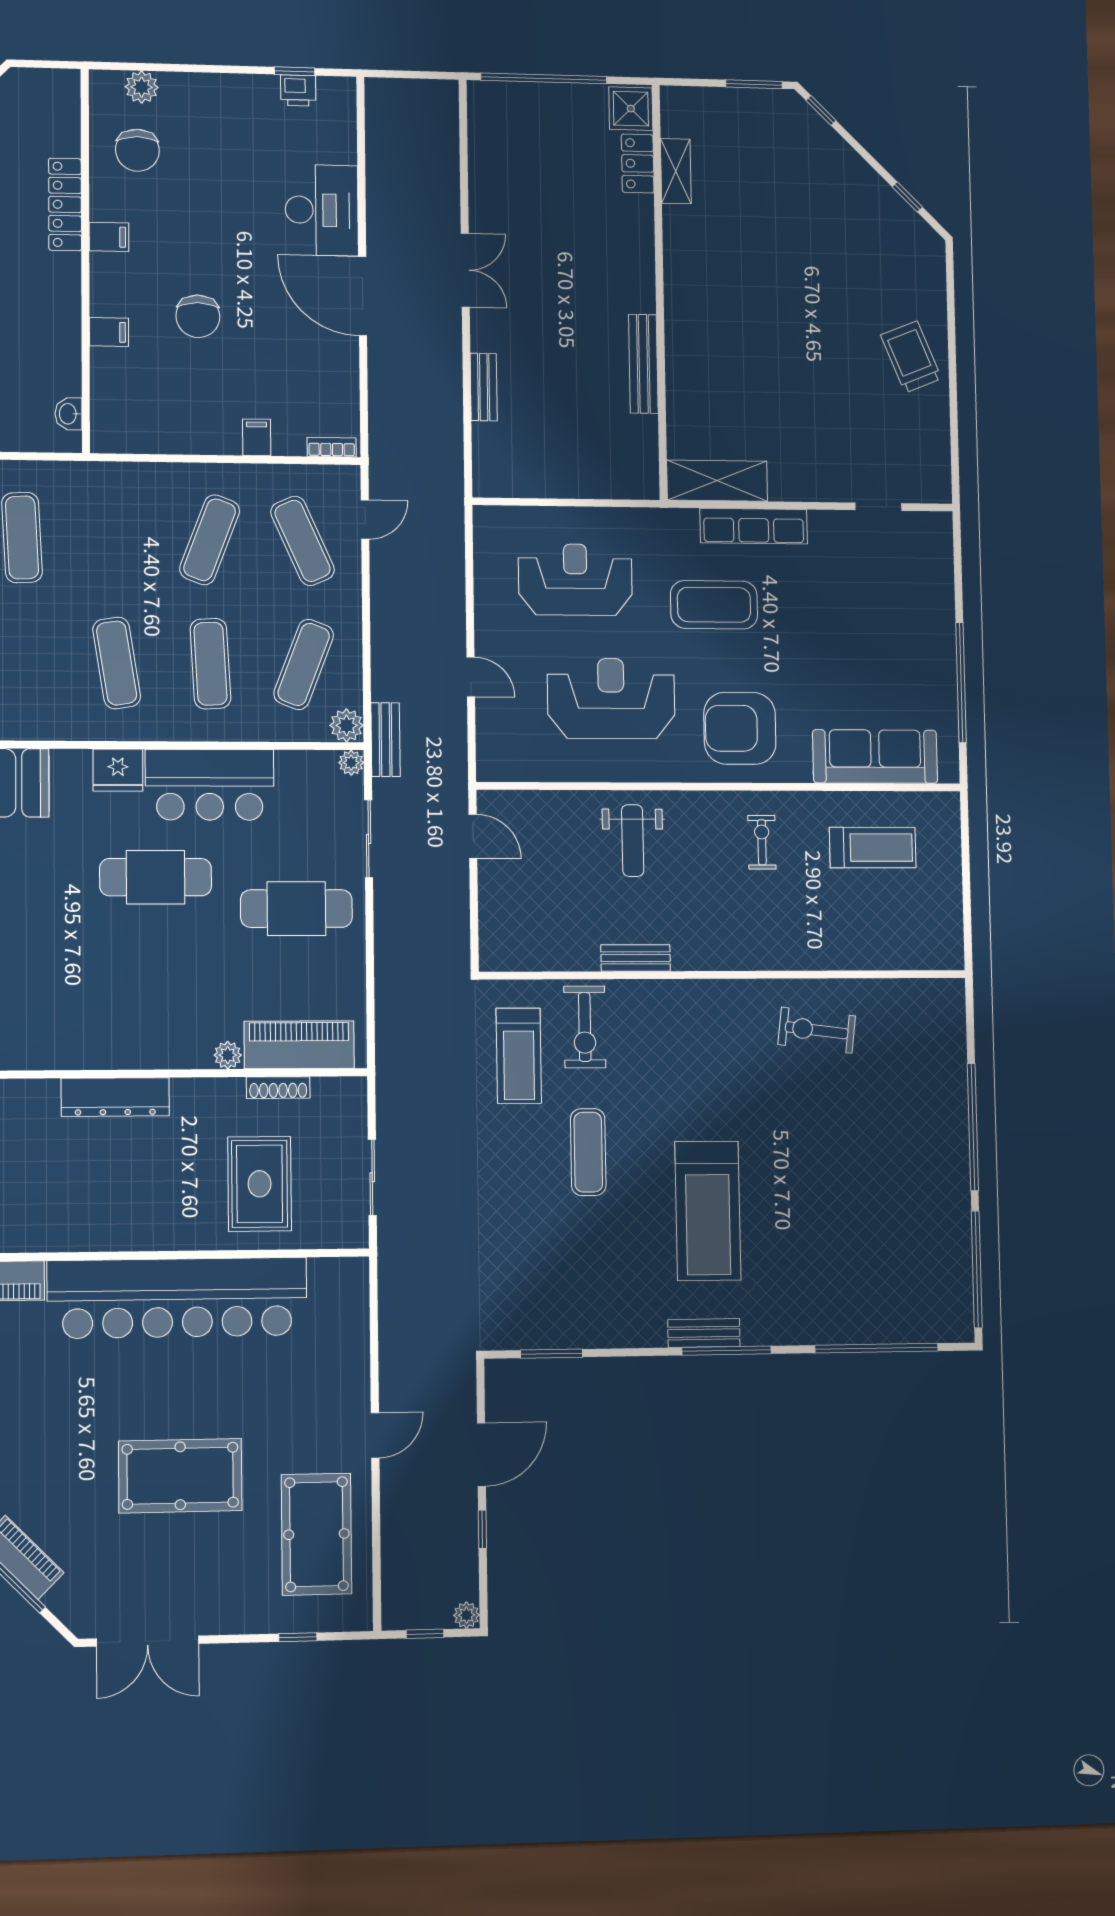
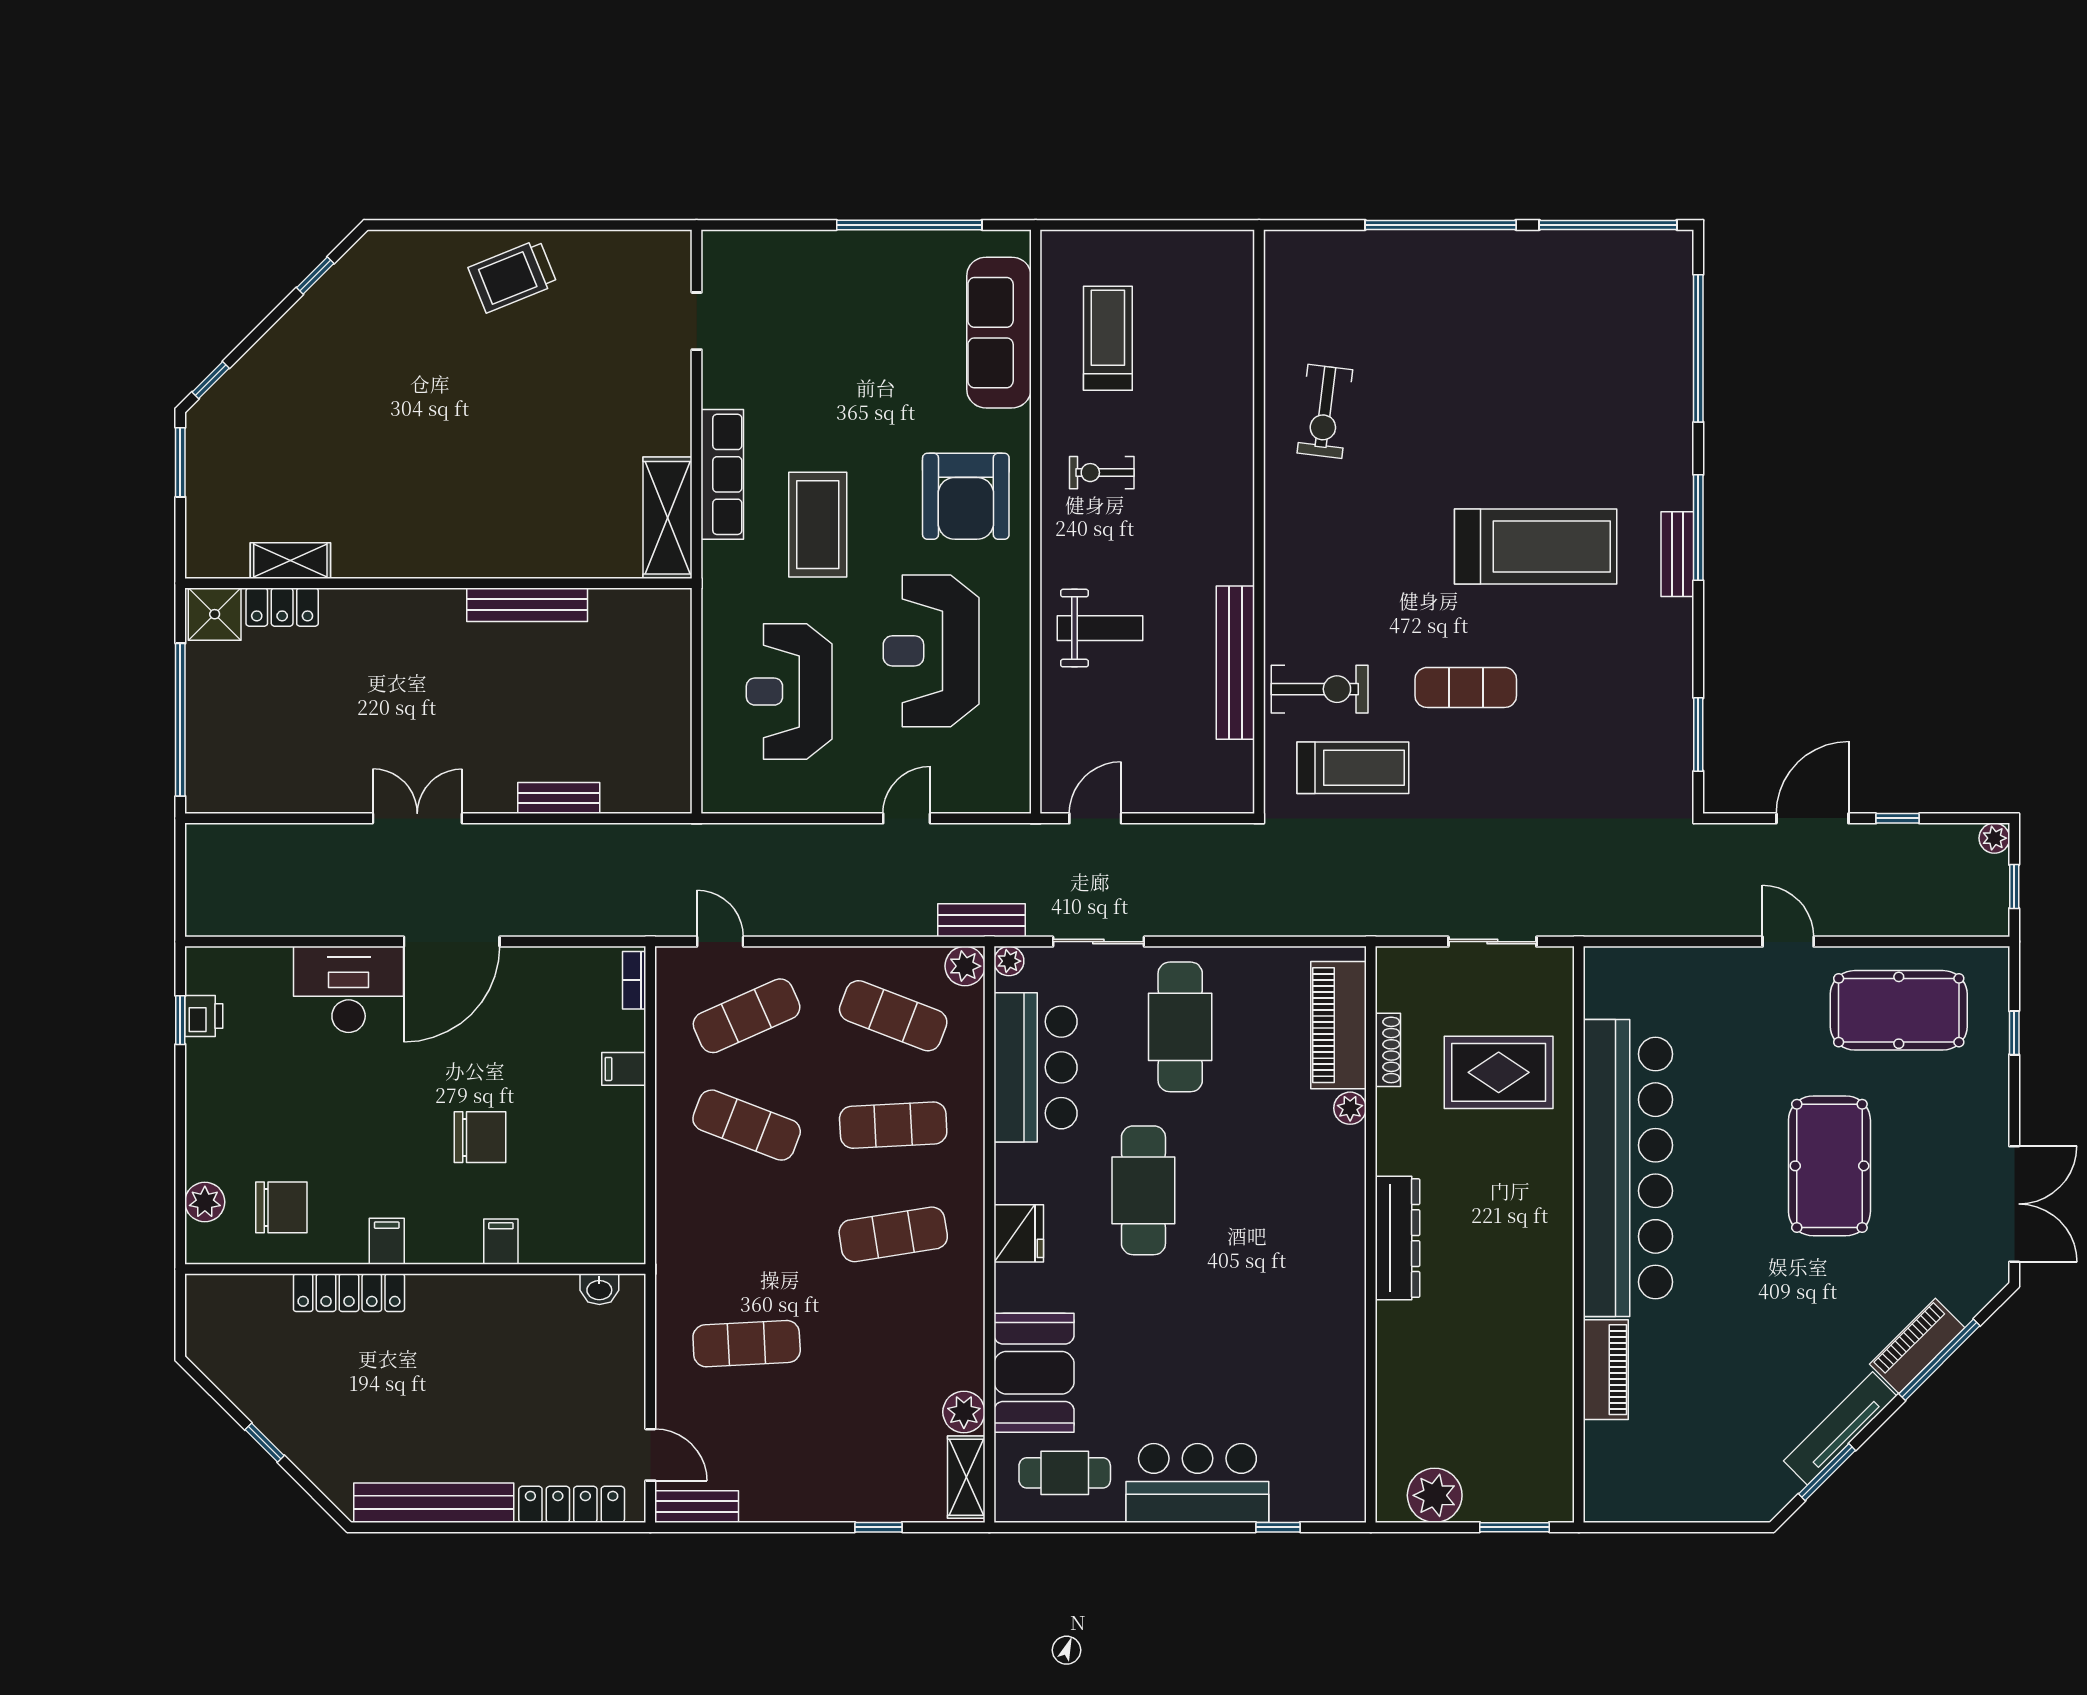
bar counter: (210, 785) -> (1036, 1067), moved
bench: (636, 958) -> (1235, 663), width x1.86, depth x1.21
door: (481, 1455) -> (1812, 818), hinge flipped

